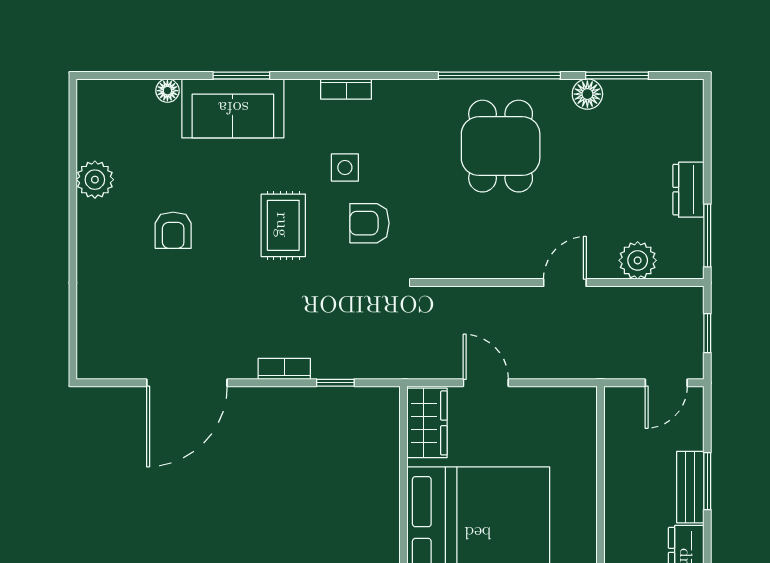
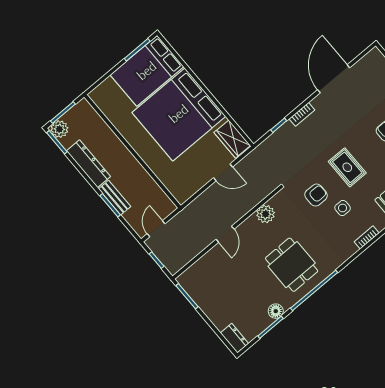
dresser: (688, 190) -> (234, 338), moved
plant: (638, 260) -> (266, 214), moved

